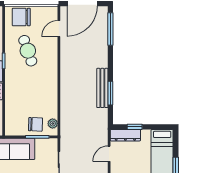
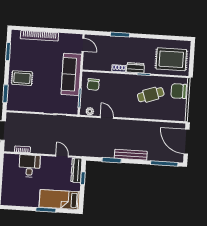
chair: (21, 17) -> (179, 91), turned -90
door: (59, 29) -> (107, 117), moved
bench: (102, 88) -> (131, 155), moved
chair: (36, 124) -> (93, 84), moved

